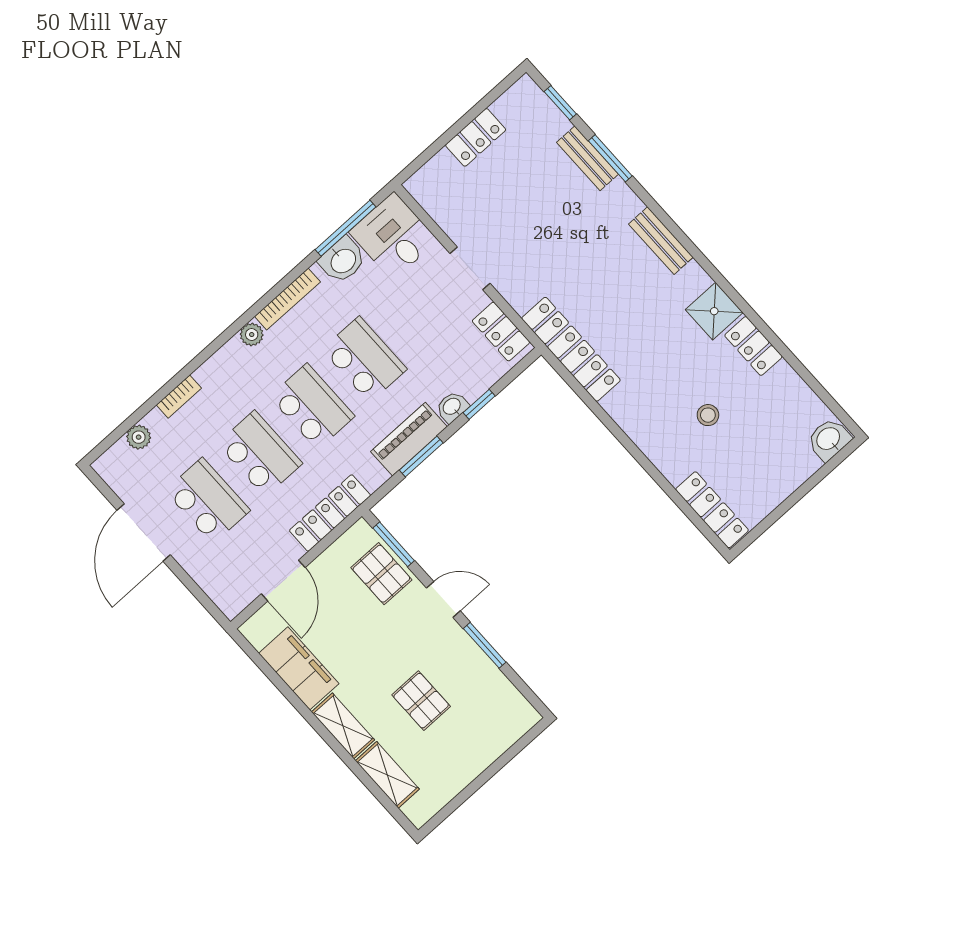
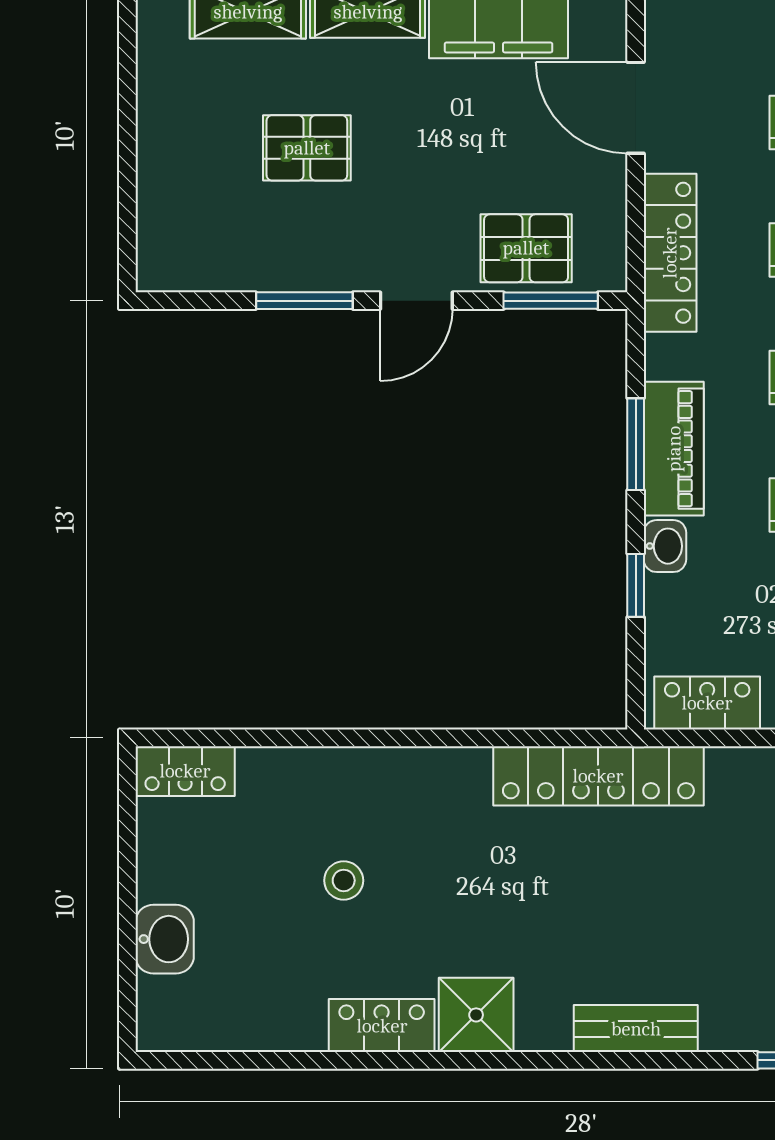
washbasin: (829, 439) -> (165, 939), moved
locker: (712, 510) -> (185, 771), width x0.66

